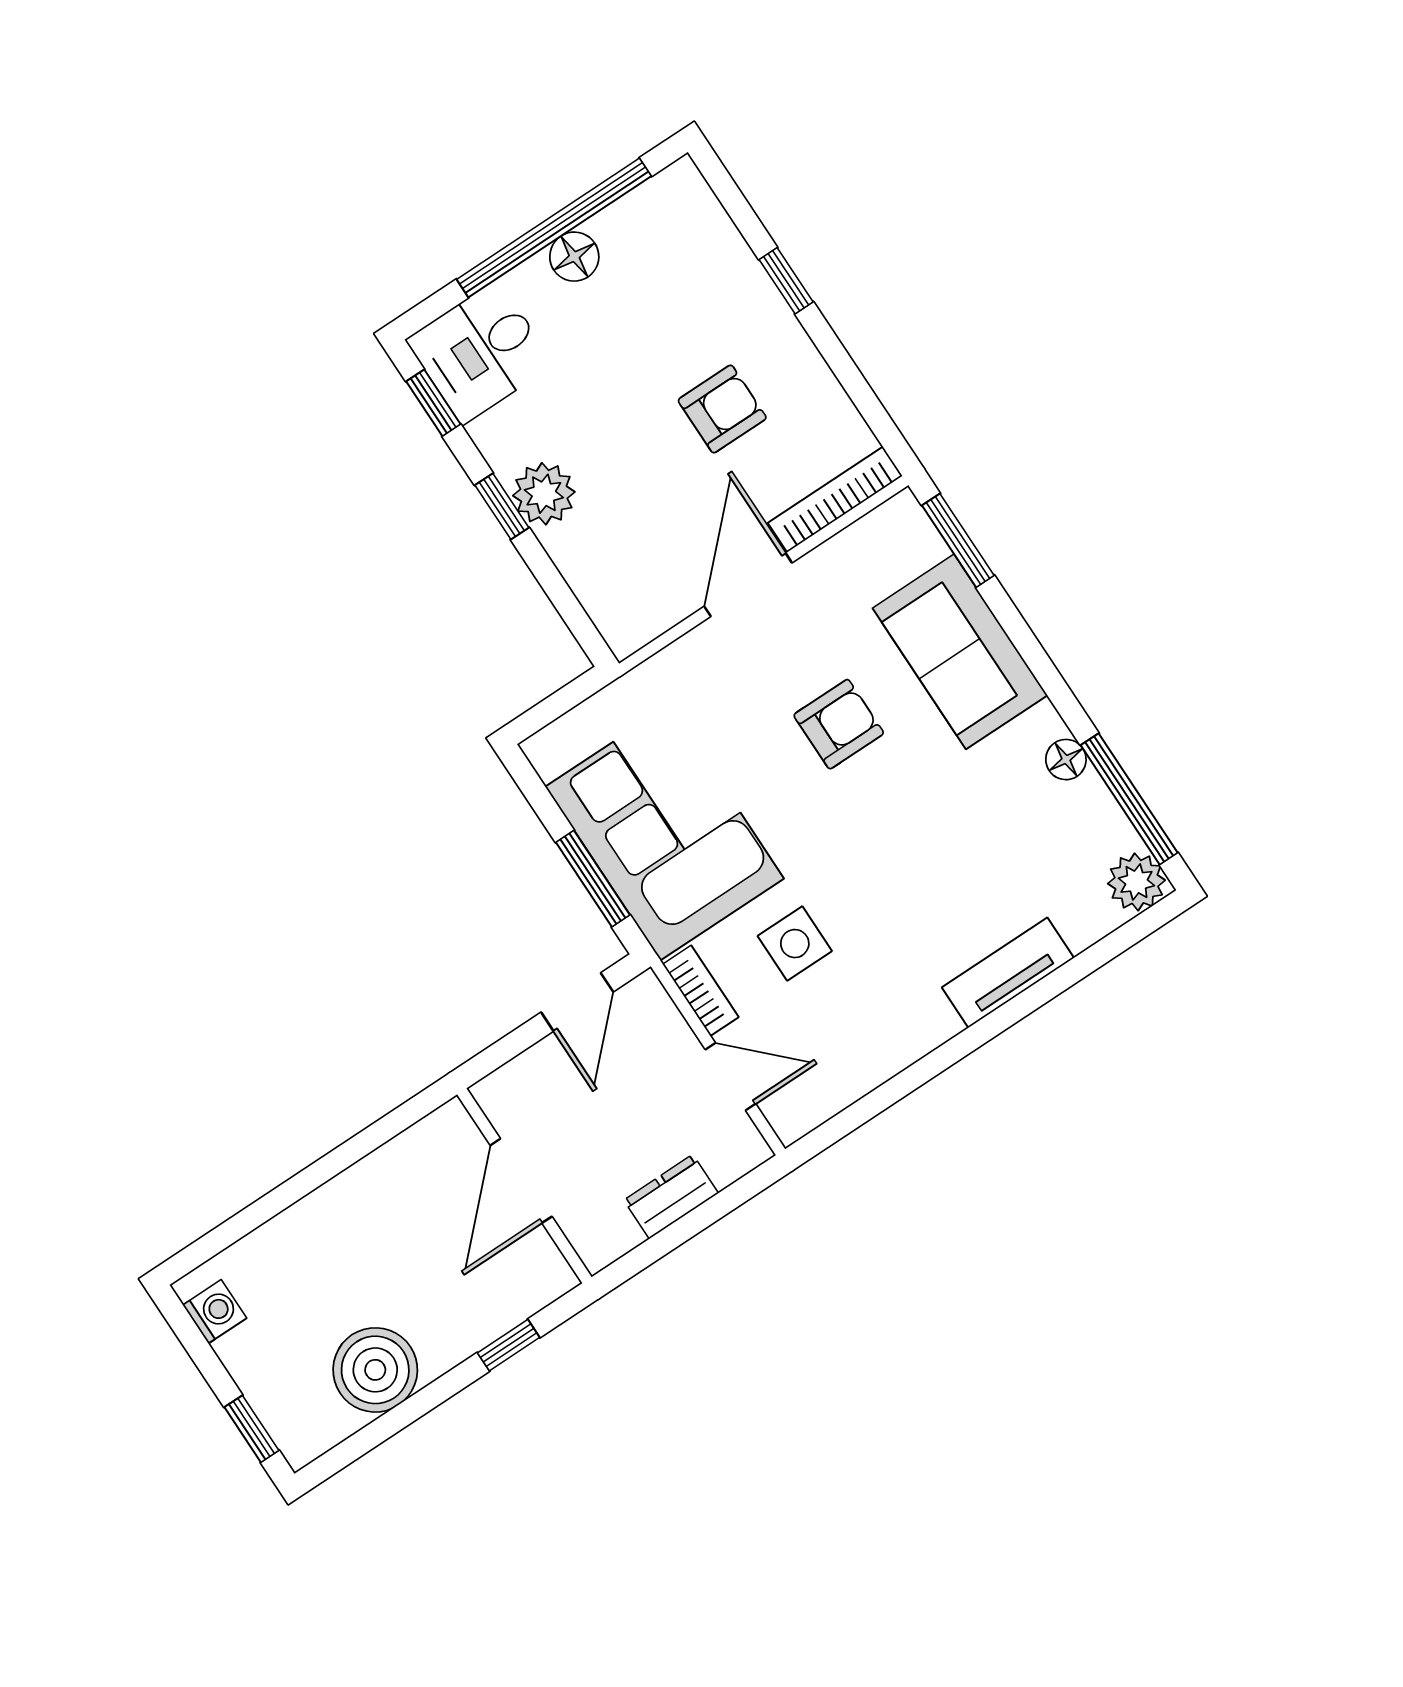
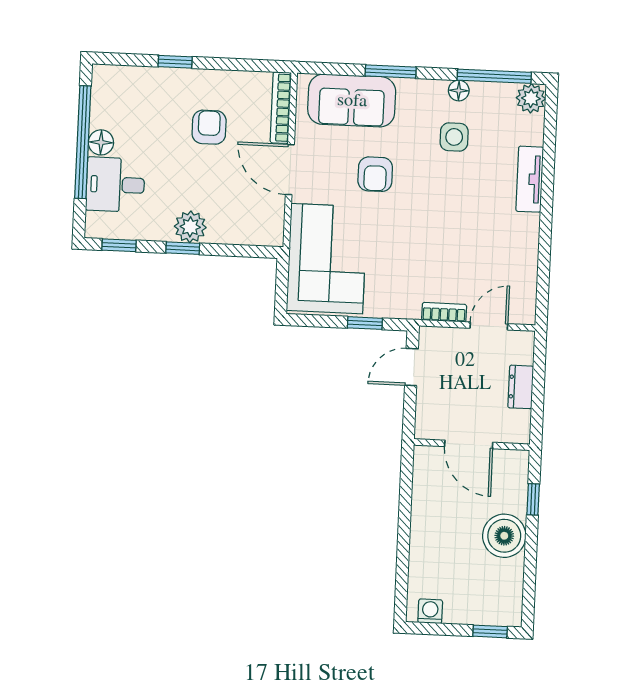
desk: (480, 352) -> (115, 185), moved, turned 90
window: (958, 540) -> (391, 72), moved
sofa: (960, 652) -> (352, 101), moved
armchair: (839, 724) -> (375, 174), turned 180
corner sofa: (665, 833) -> (327, 259), moved, turned 90
window: (593, 879) -> (365, 323), width x0.67
side table: (795, 944) -> (454, 137), moved
door: (577, 1002) -> (411, 367), swing flipped
boiler: (375, 1370) -> (504, 536), moved

